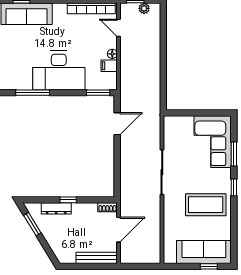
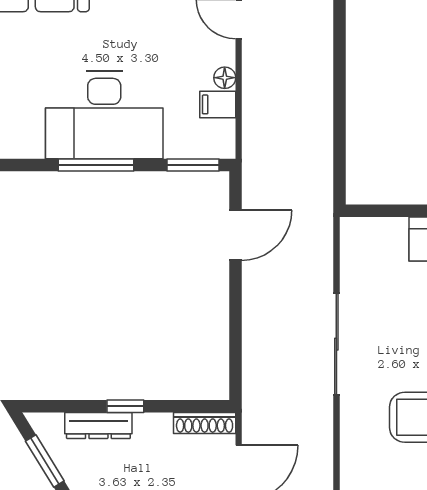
window: (33, 93) -> (96, 165), moved
shoe rack: (107, 207) -> (205, 423), width x1.43

